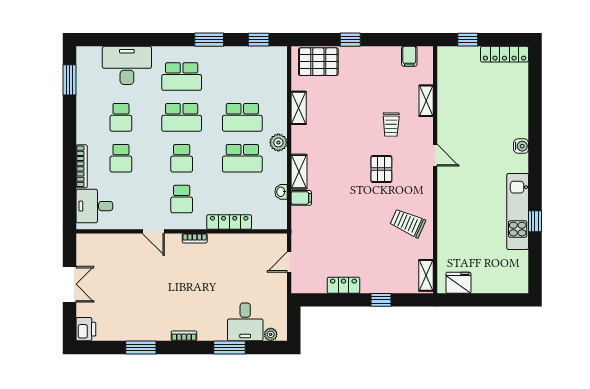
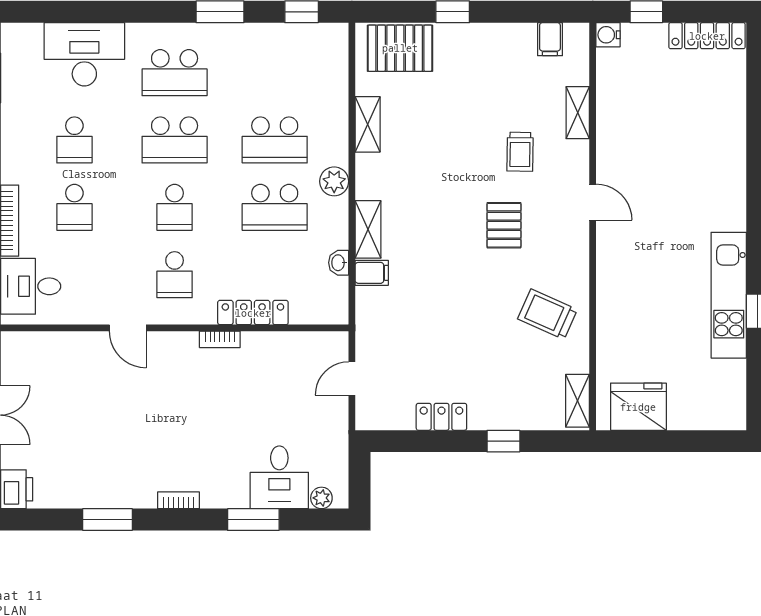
water cooler: (521, 146) -> (608, 35), moved, turned 180
bookcase: (195, 238) -> (220, 339), moved
fridge: (458, 283) -> (638, 407), width x1.36, depth x1.34

